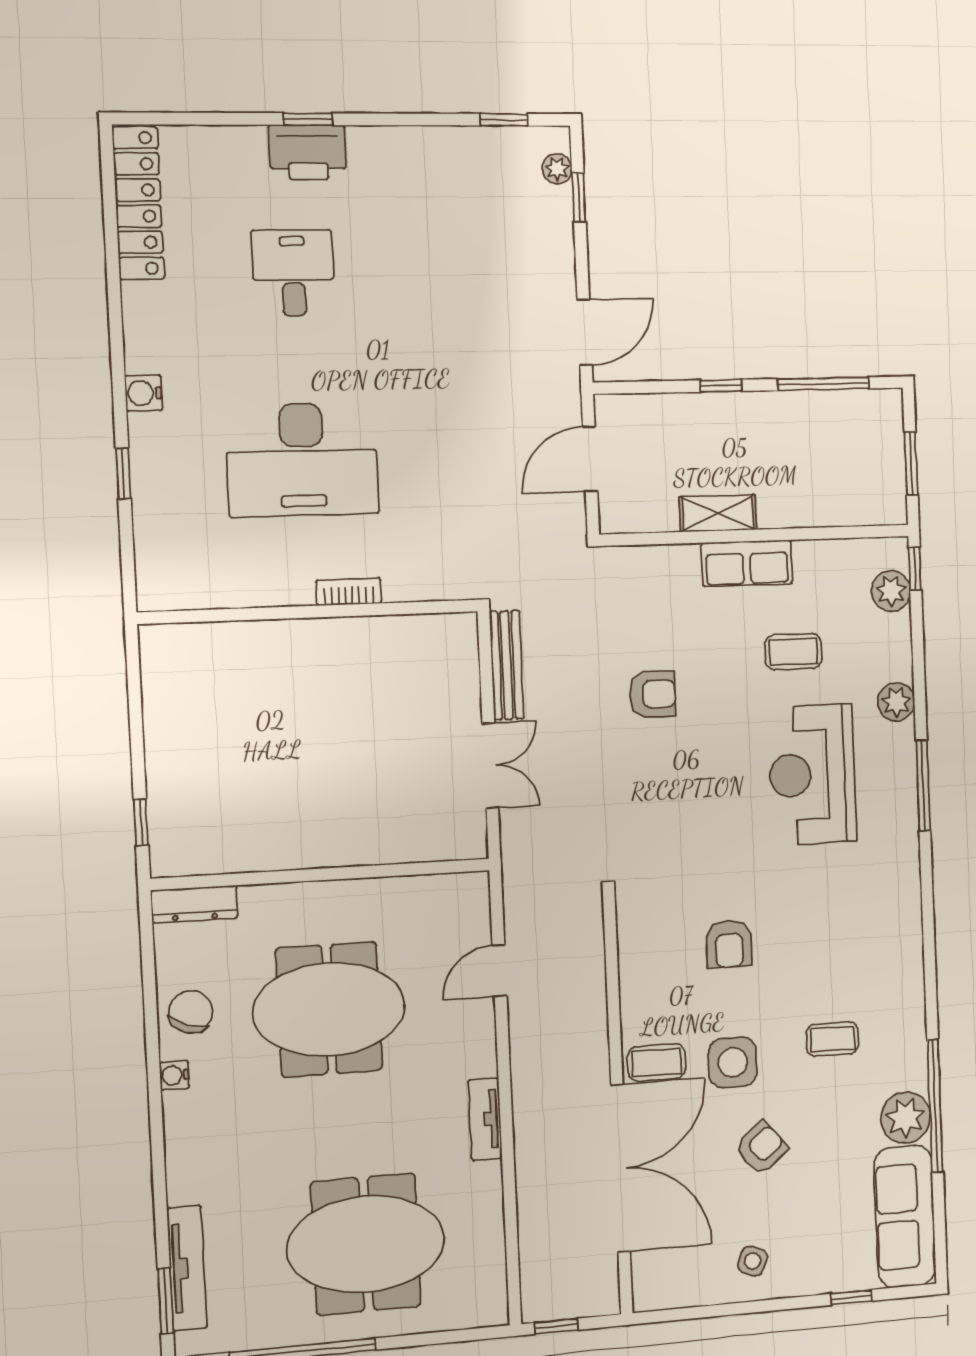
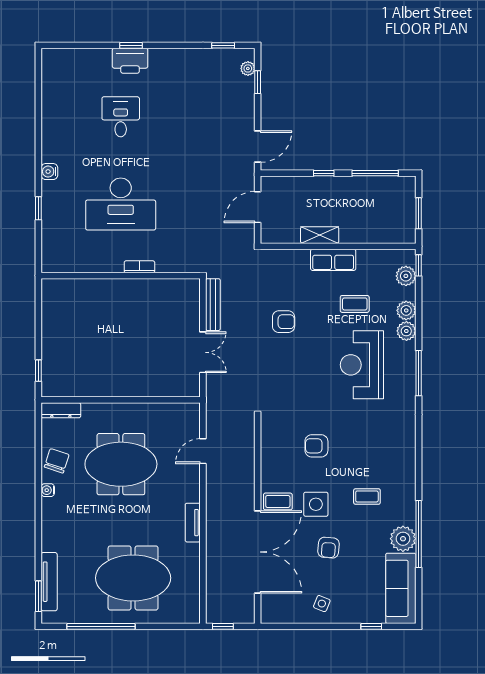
locker: (138, 203) -> (51, 84), removed
plant: (895, 661) -> (406, 310), added
armchair: (729, 944) -> (316, 446), turned 90
armchair: (761, 1148) -> (329, 548), turned 135

